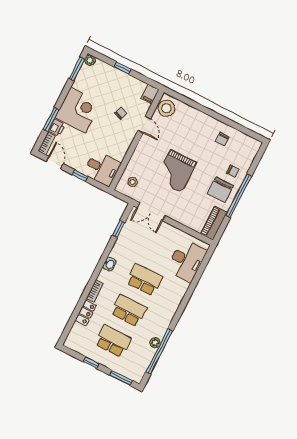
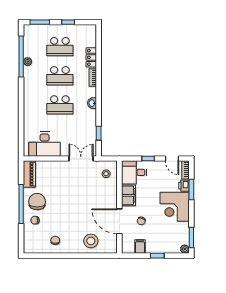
filing cabinet: (150, 94) -> (140, 247), moved
stool: (166, 108) -> (91, 241), moved
door: (144, 125) -> (119, 221), width x1.87
filing cabinet: (121, 147) -> (128, 195), added
grand piano: (176, 171) -> (78, 199), removed
desk: (186, 260) -> (45, 144), moved, turned -90

